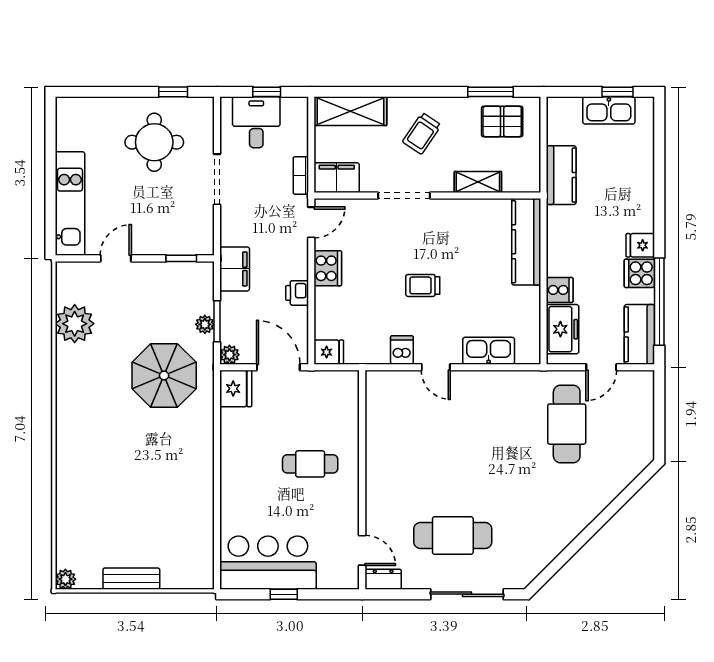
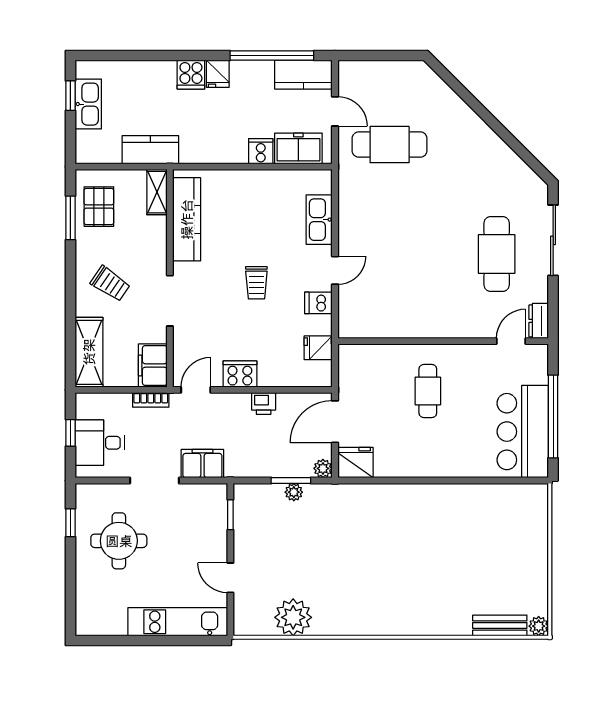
shelving: (478, 182) -> (157, 192), moved
door: (311, 222) -> (196, 390), hinge flipped
kitchen counter: (526, 242) -> (187, 219), moved, turned -90
filing cabinet: (235, 269) -> (202, 464), moved
cooker: (639, 273) -> (191, 75), moved
fridge: (329, 352) -> (318, 348), moved, turned -90
parasol: (164, 375) -> (343, 531), removed
bench: (131, 579) -> (500, 625), moved, turned 90
window: (284, 594) -> (553, 416), width x3.17

